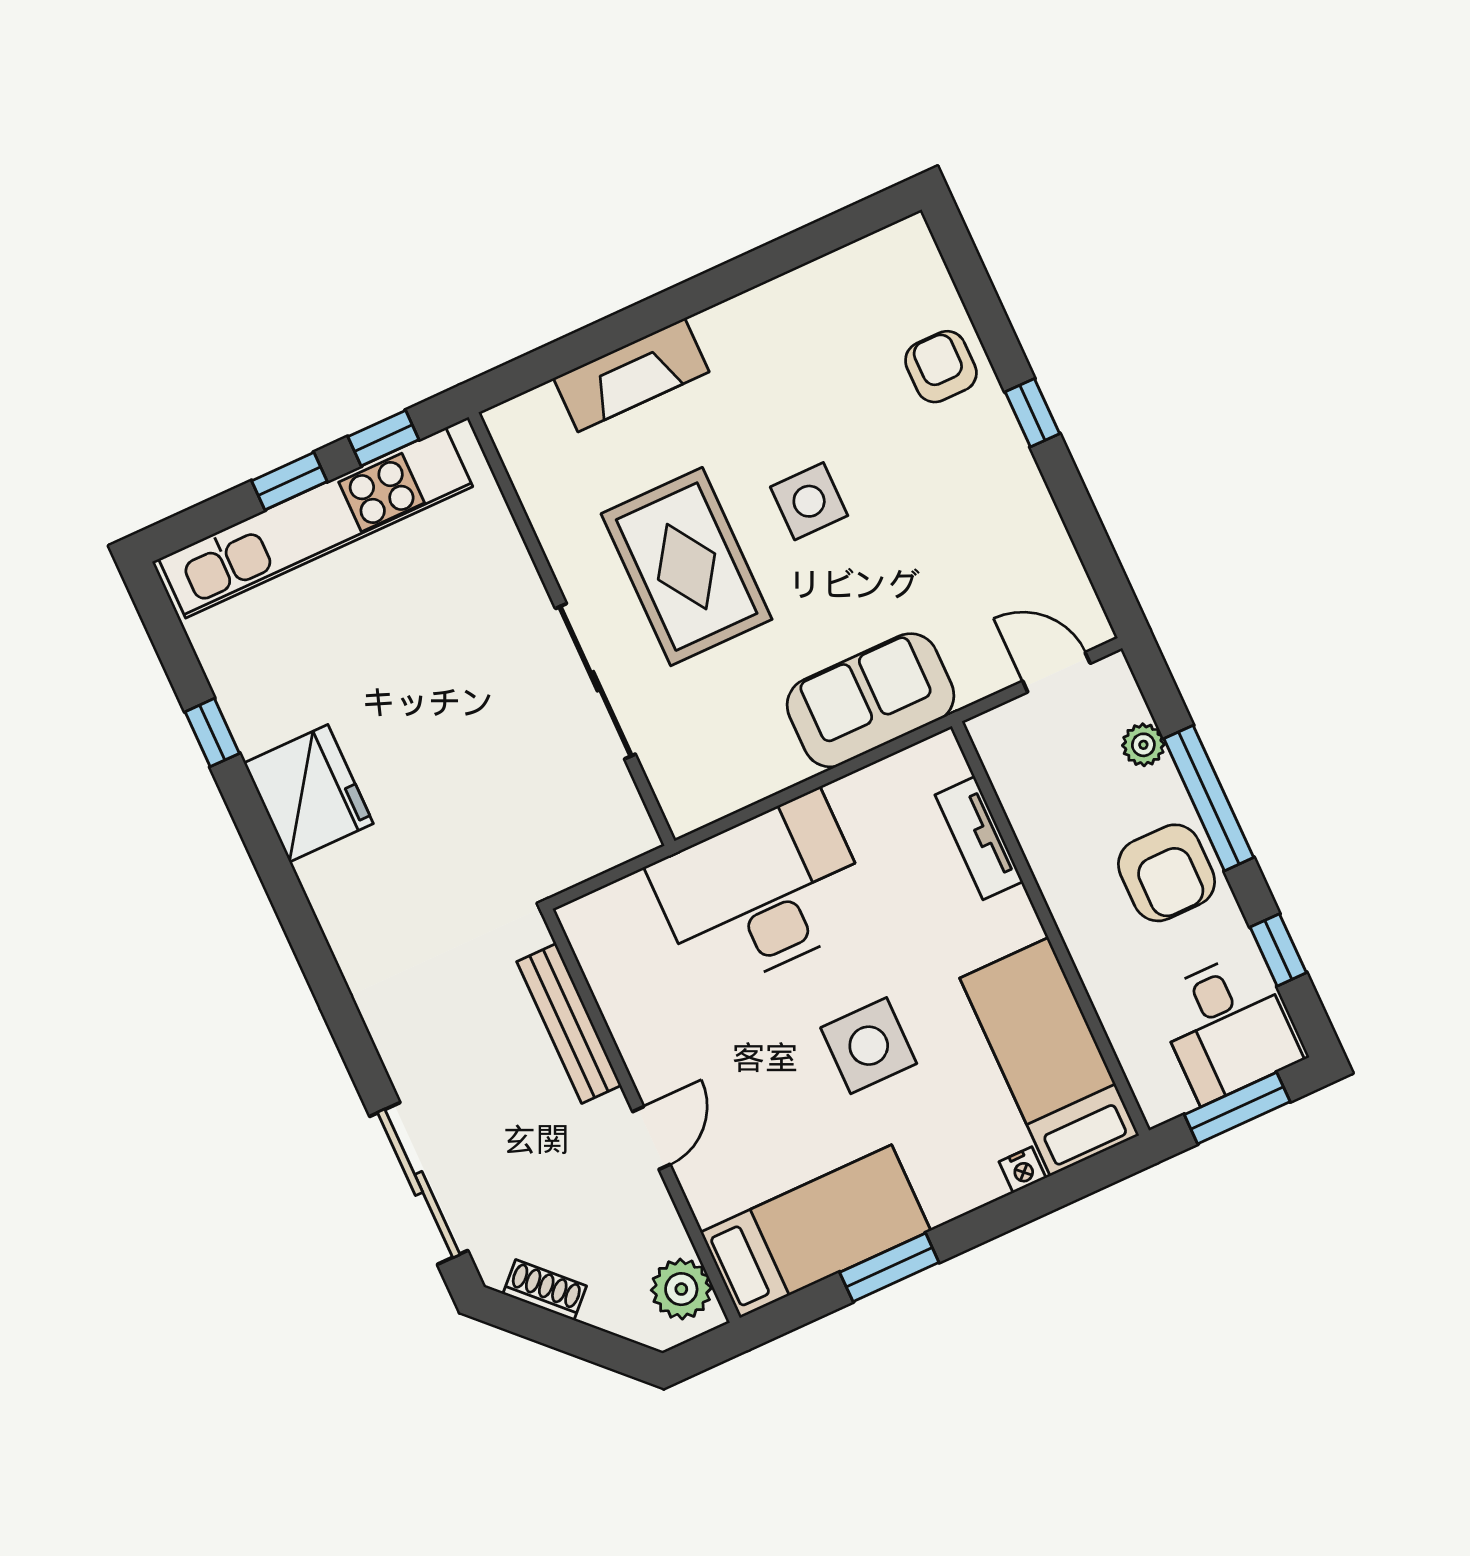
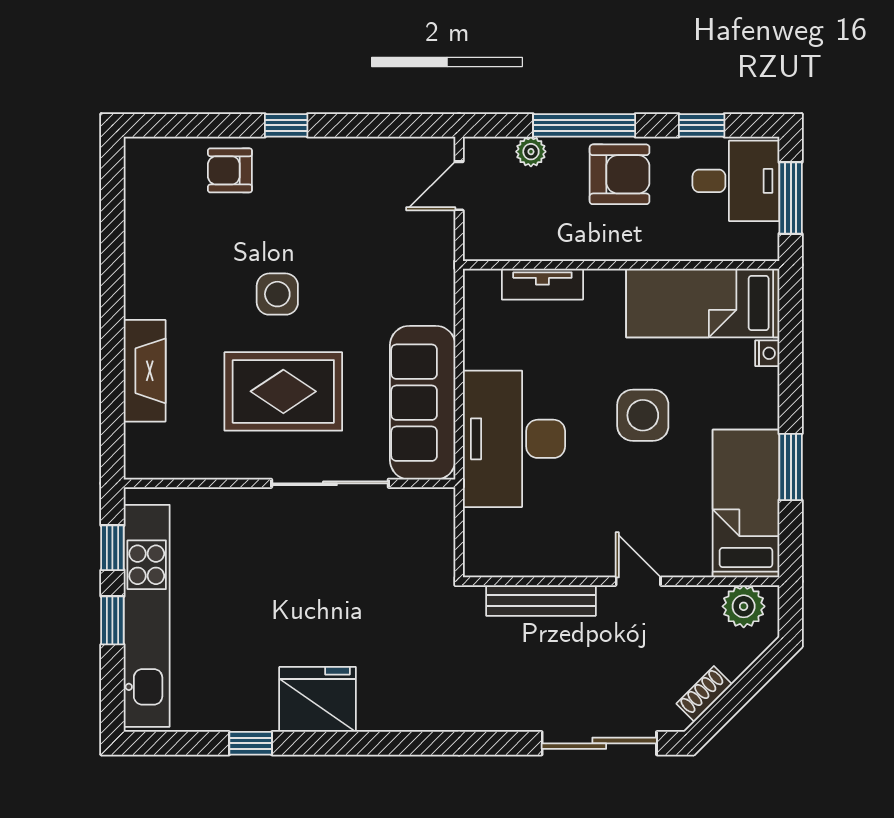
sofa: (871, 700) -> (423, 403), moved, width x1.36

